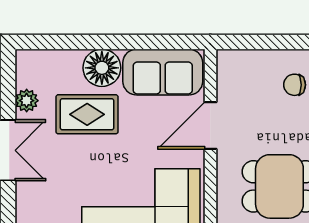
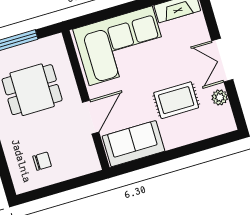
floor lamp: (102, 68) -> (175, 134), removed

